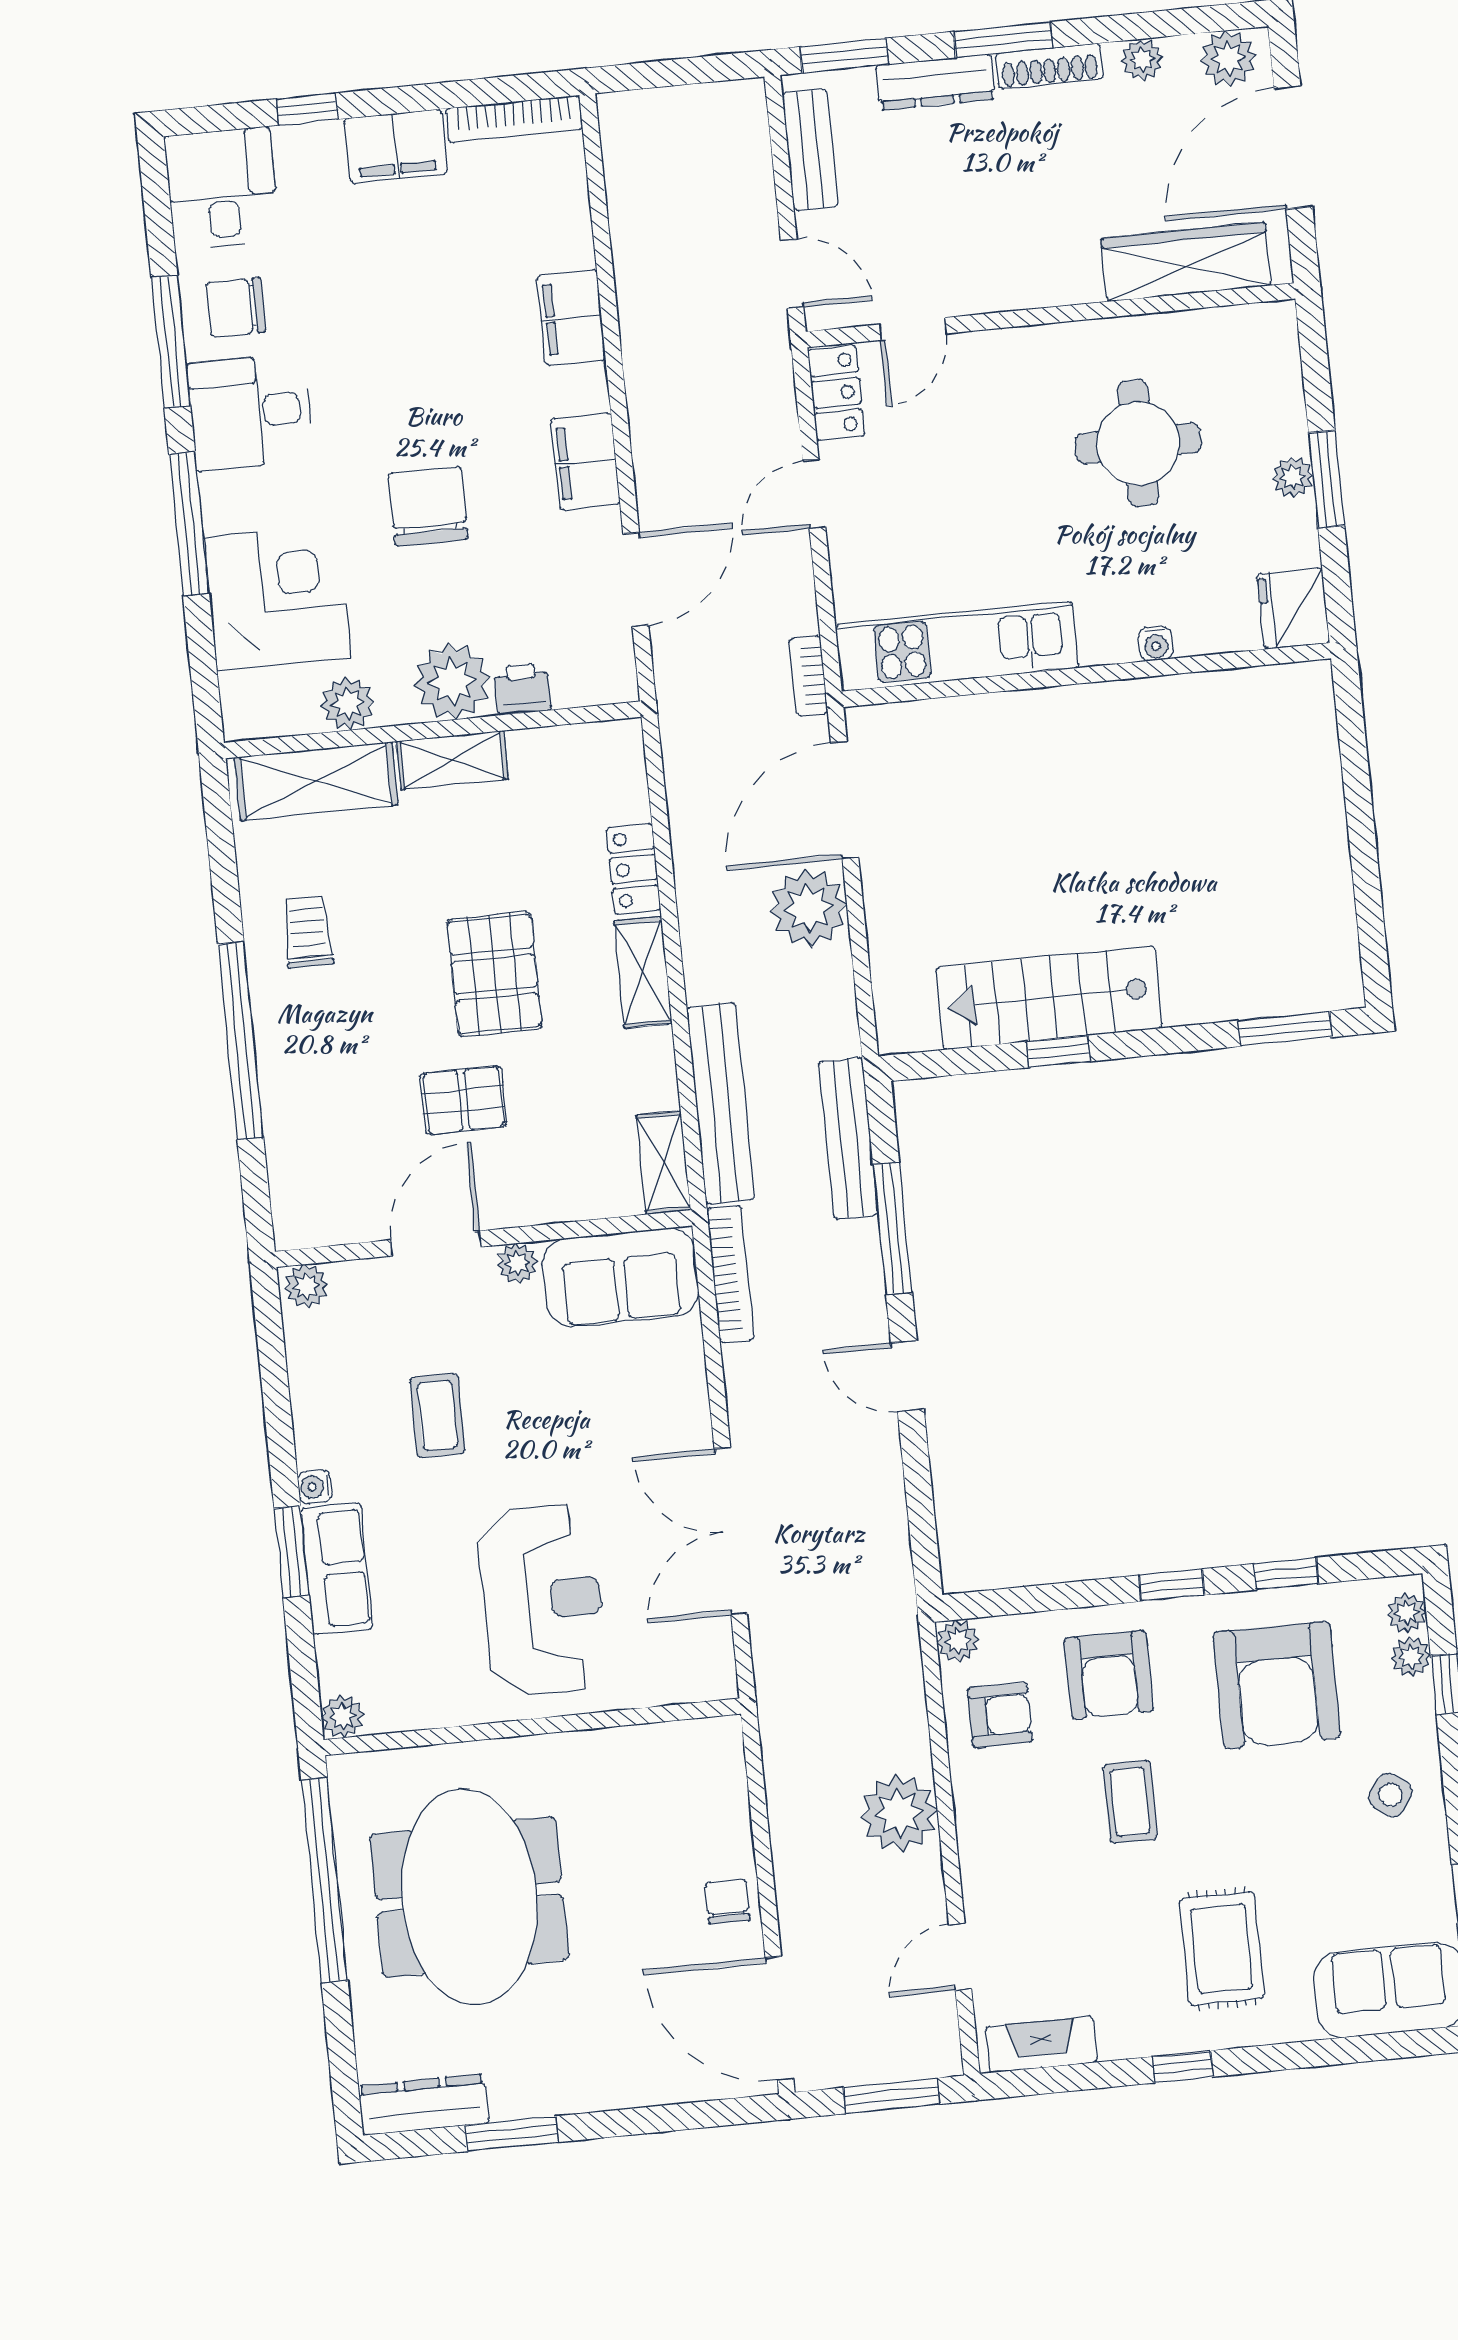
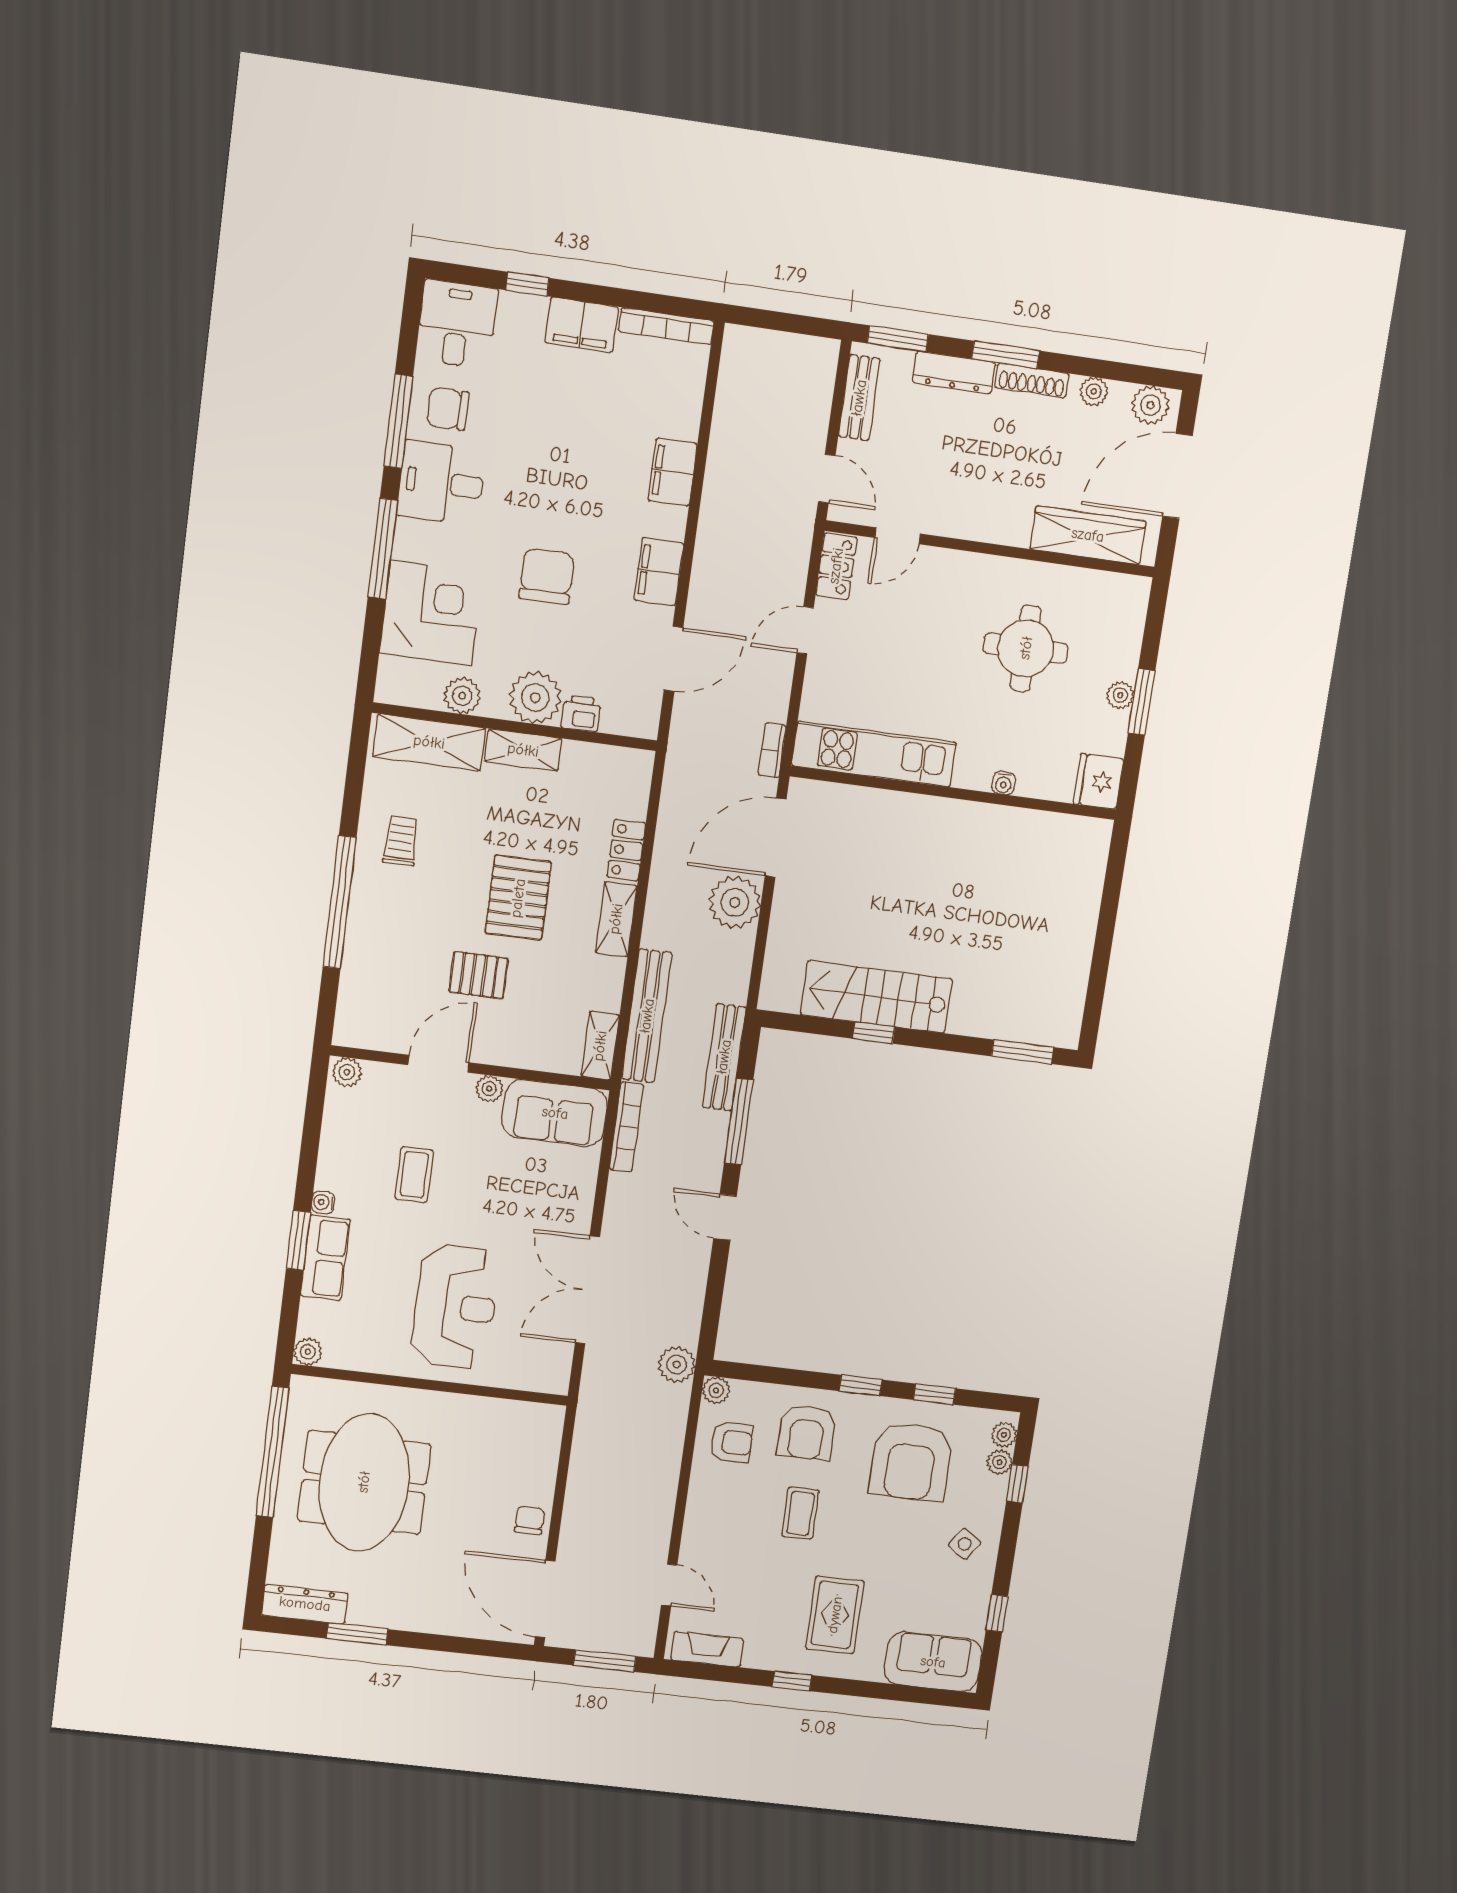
plant: (899, 1813) -> (677, 1365), moved, width x0.73, depth x0.73
door: (960, 1957) -> (669, 1585), swing flipped

